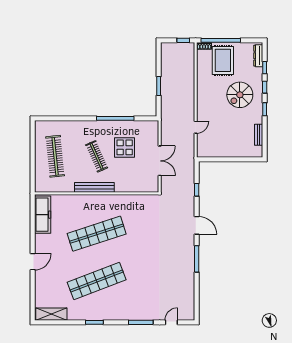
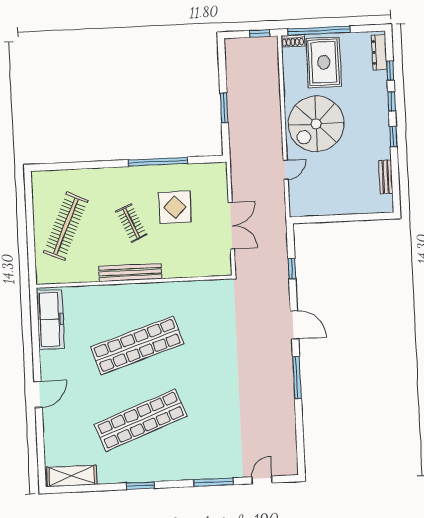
spiral stairs: (240, 95) -> (316, 124), moved, width x1.37, depth x1.37
clothes rail: (55, 156) -> (66, 226), turned 30
clothes rail: (97, 156) -> (131, 223), width x0.73

